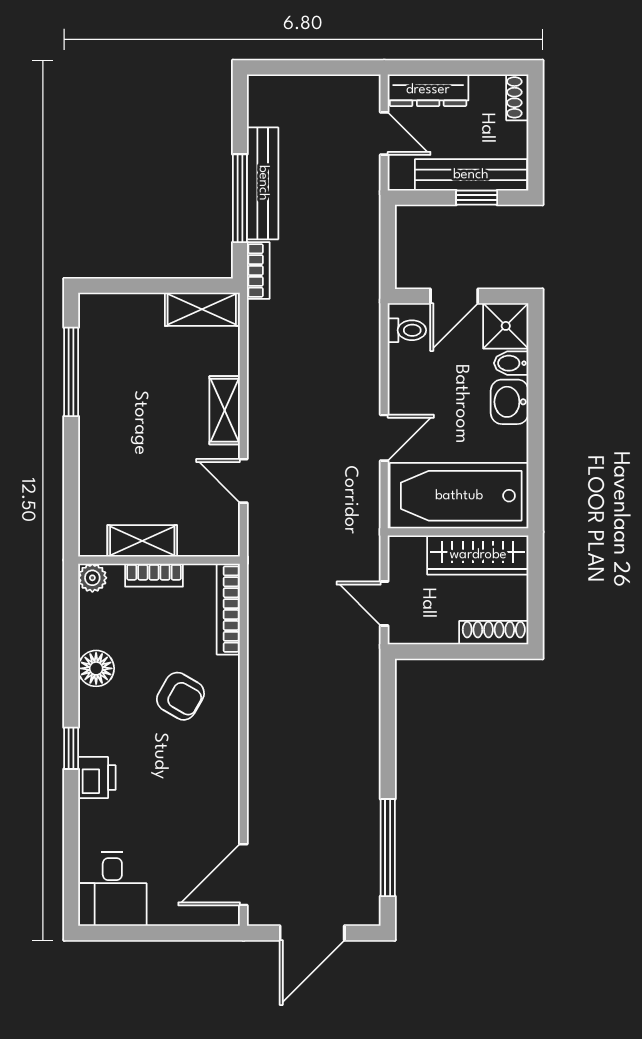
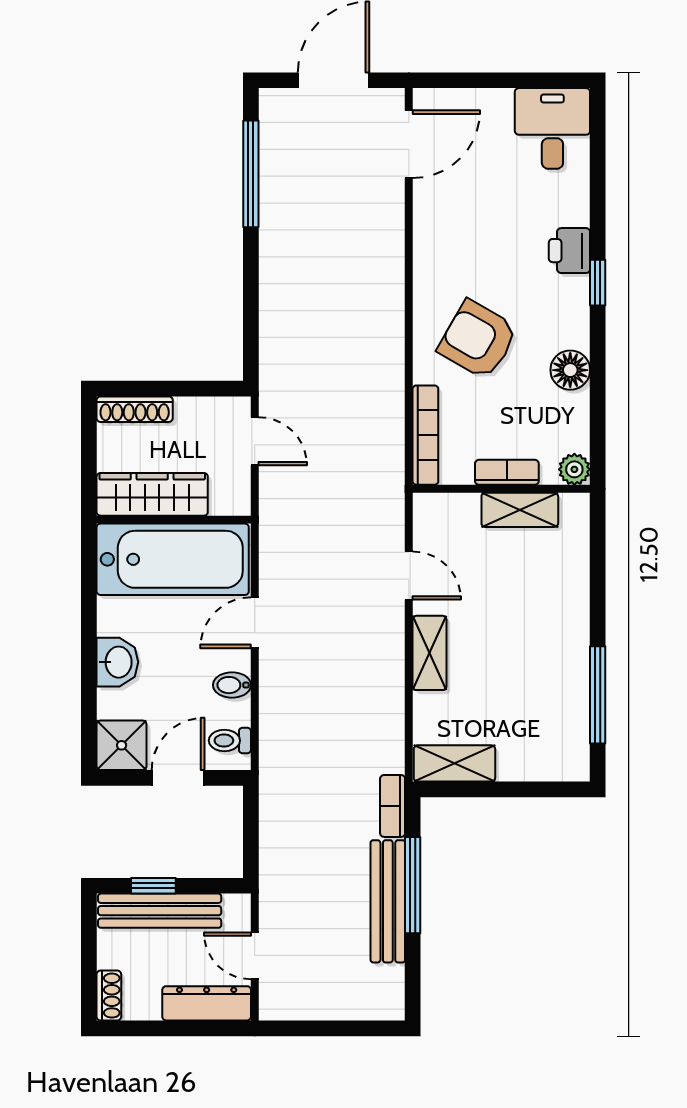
bidet: (511, 363) -> (232, 685), moved, turned 180
armchair: (180, 696) -> (478, 340), width x1.38, depth x1.38

